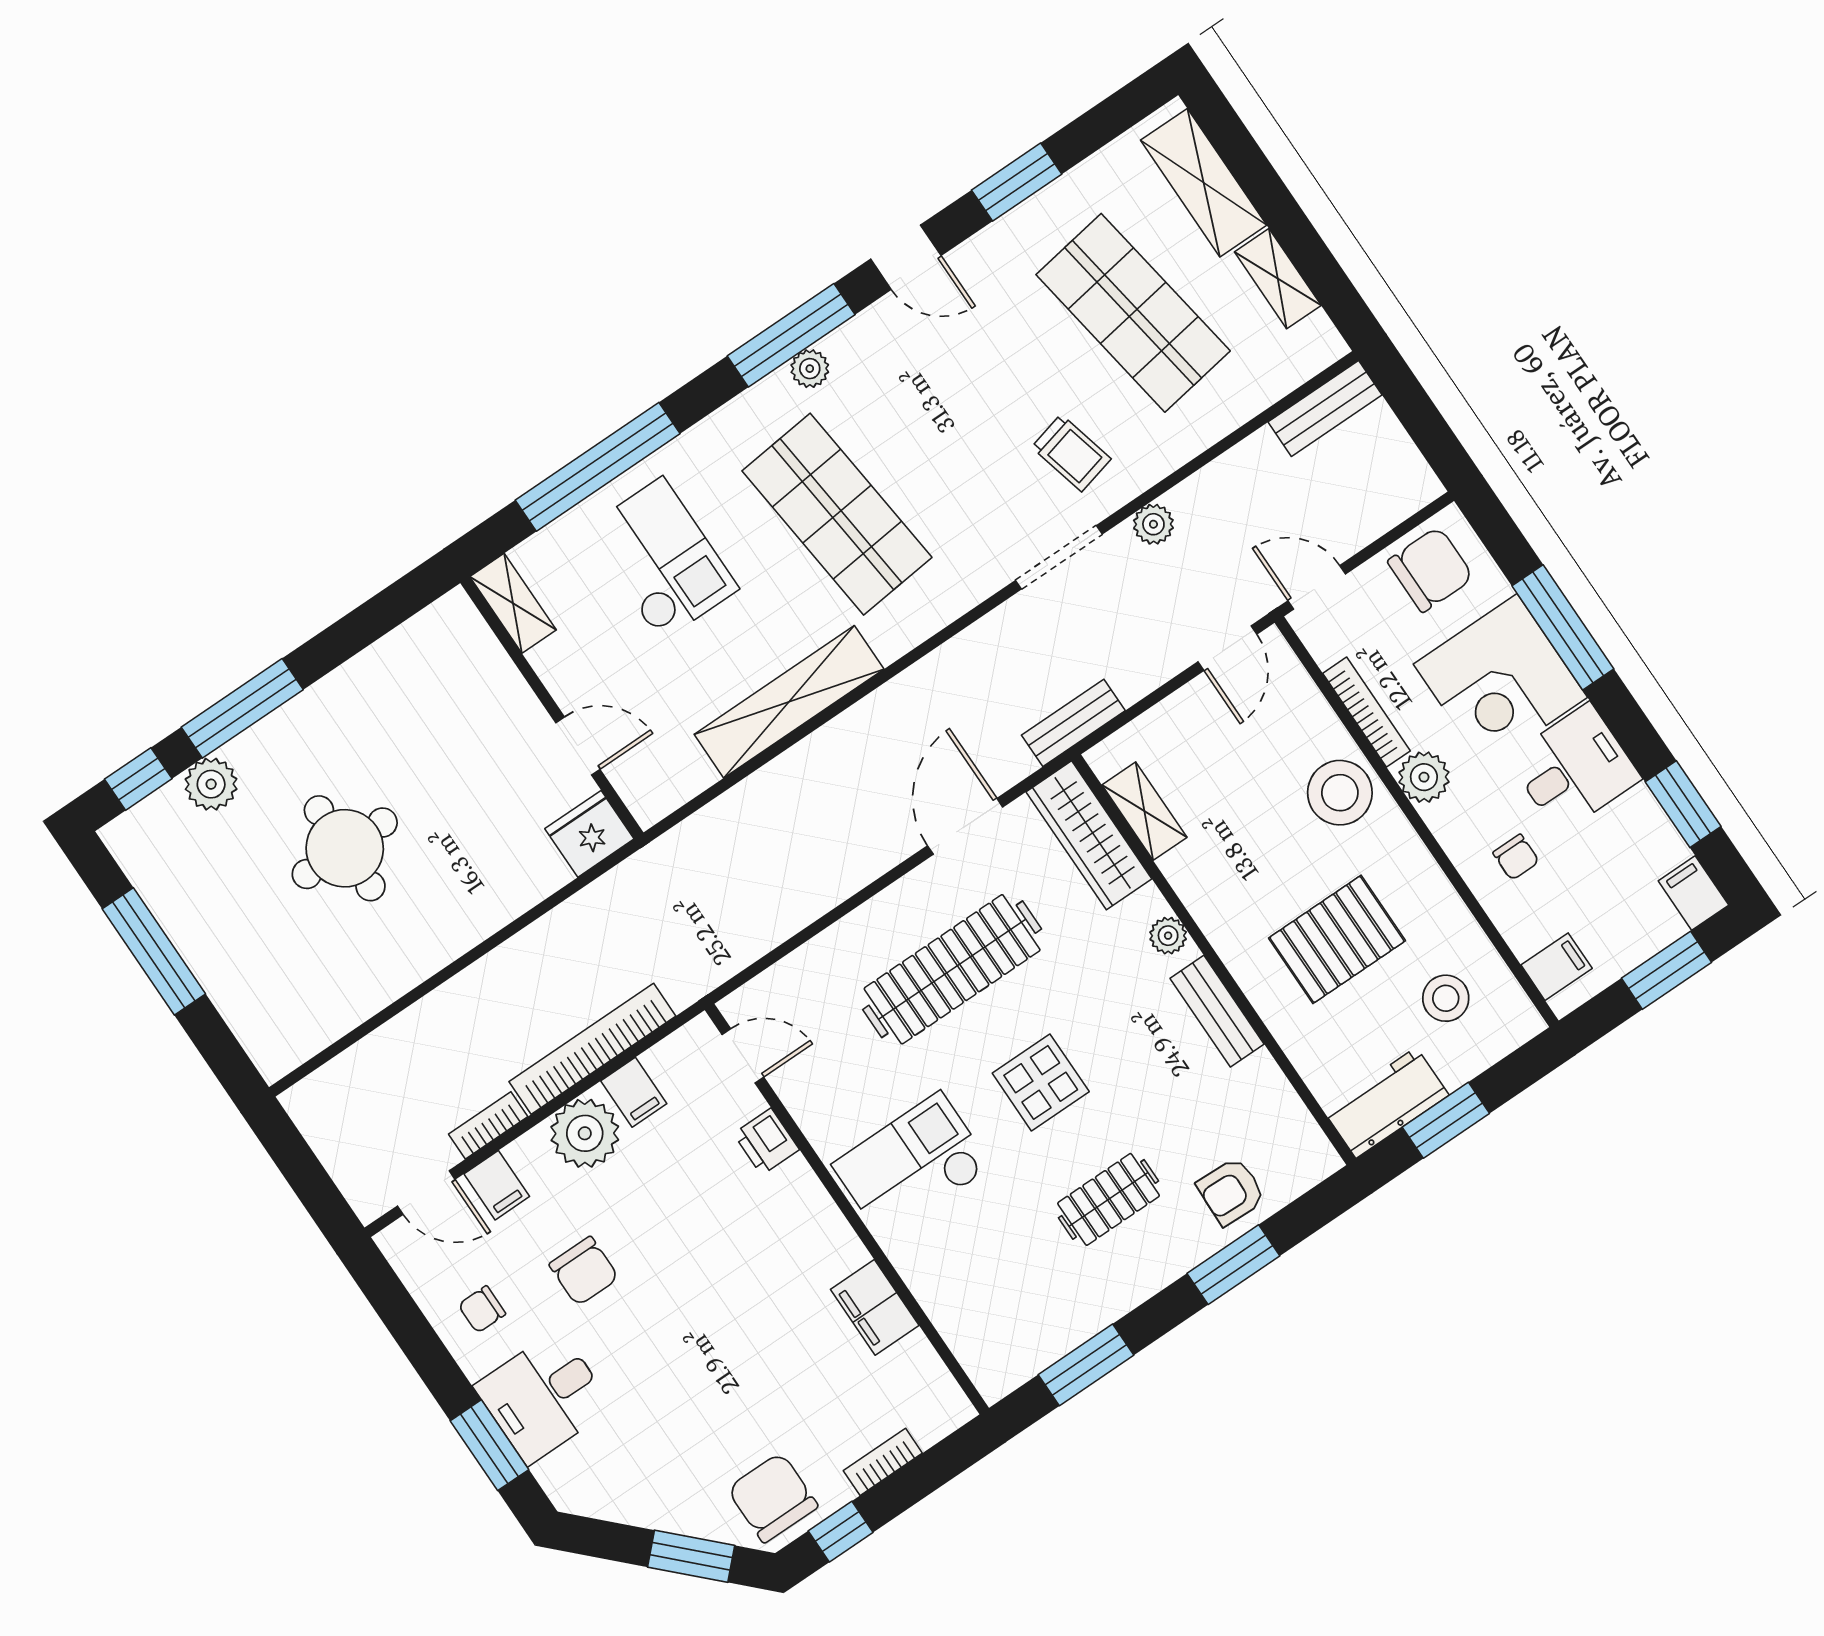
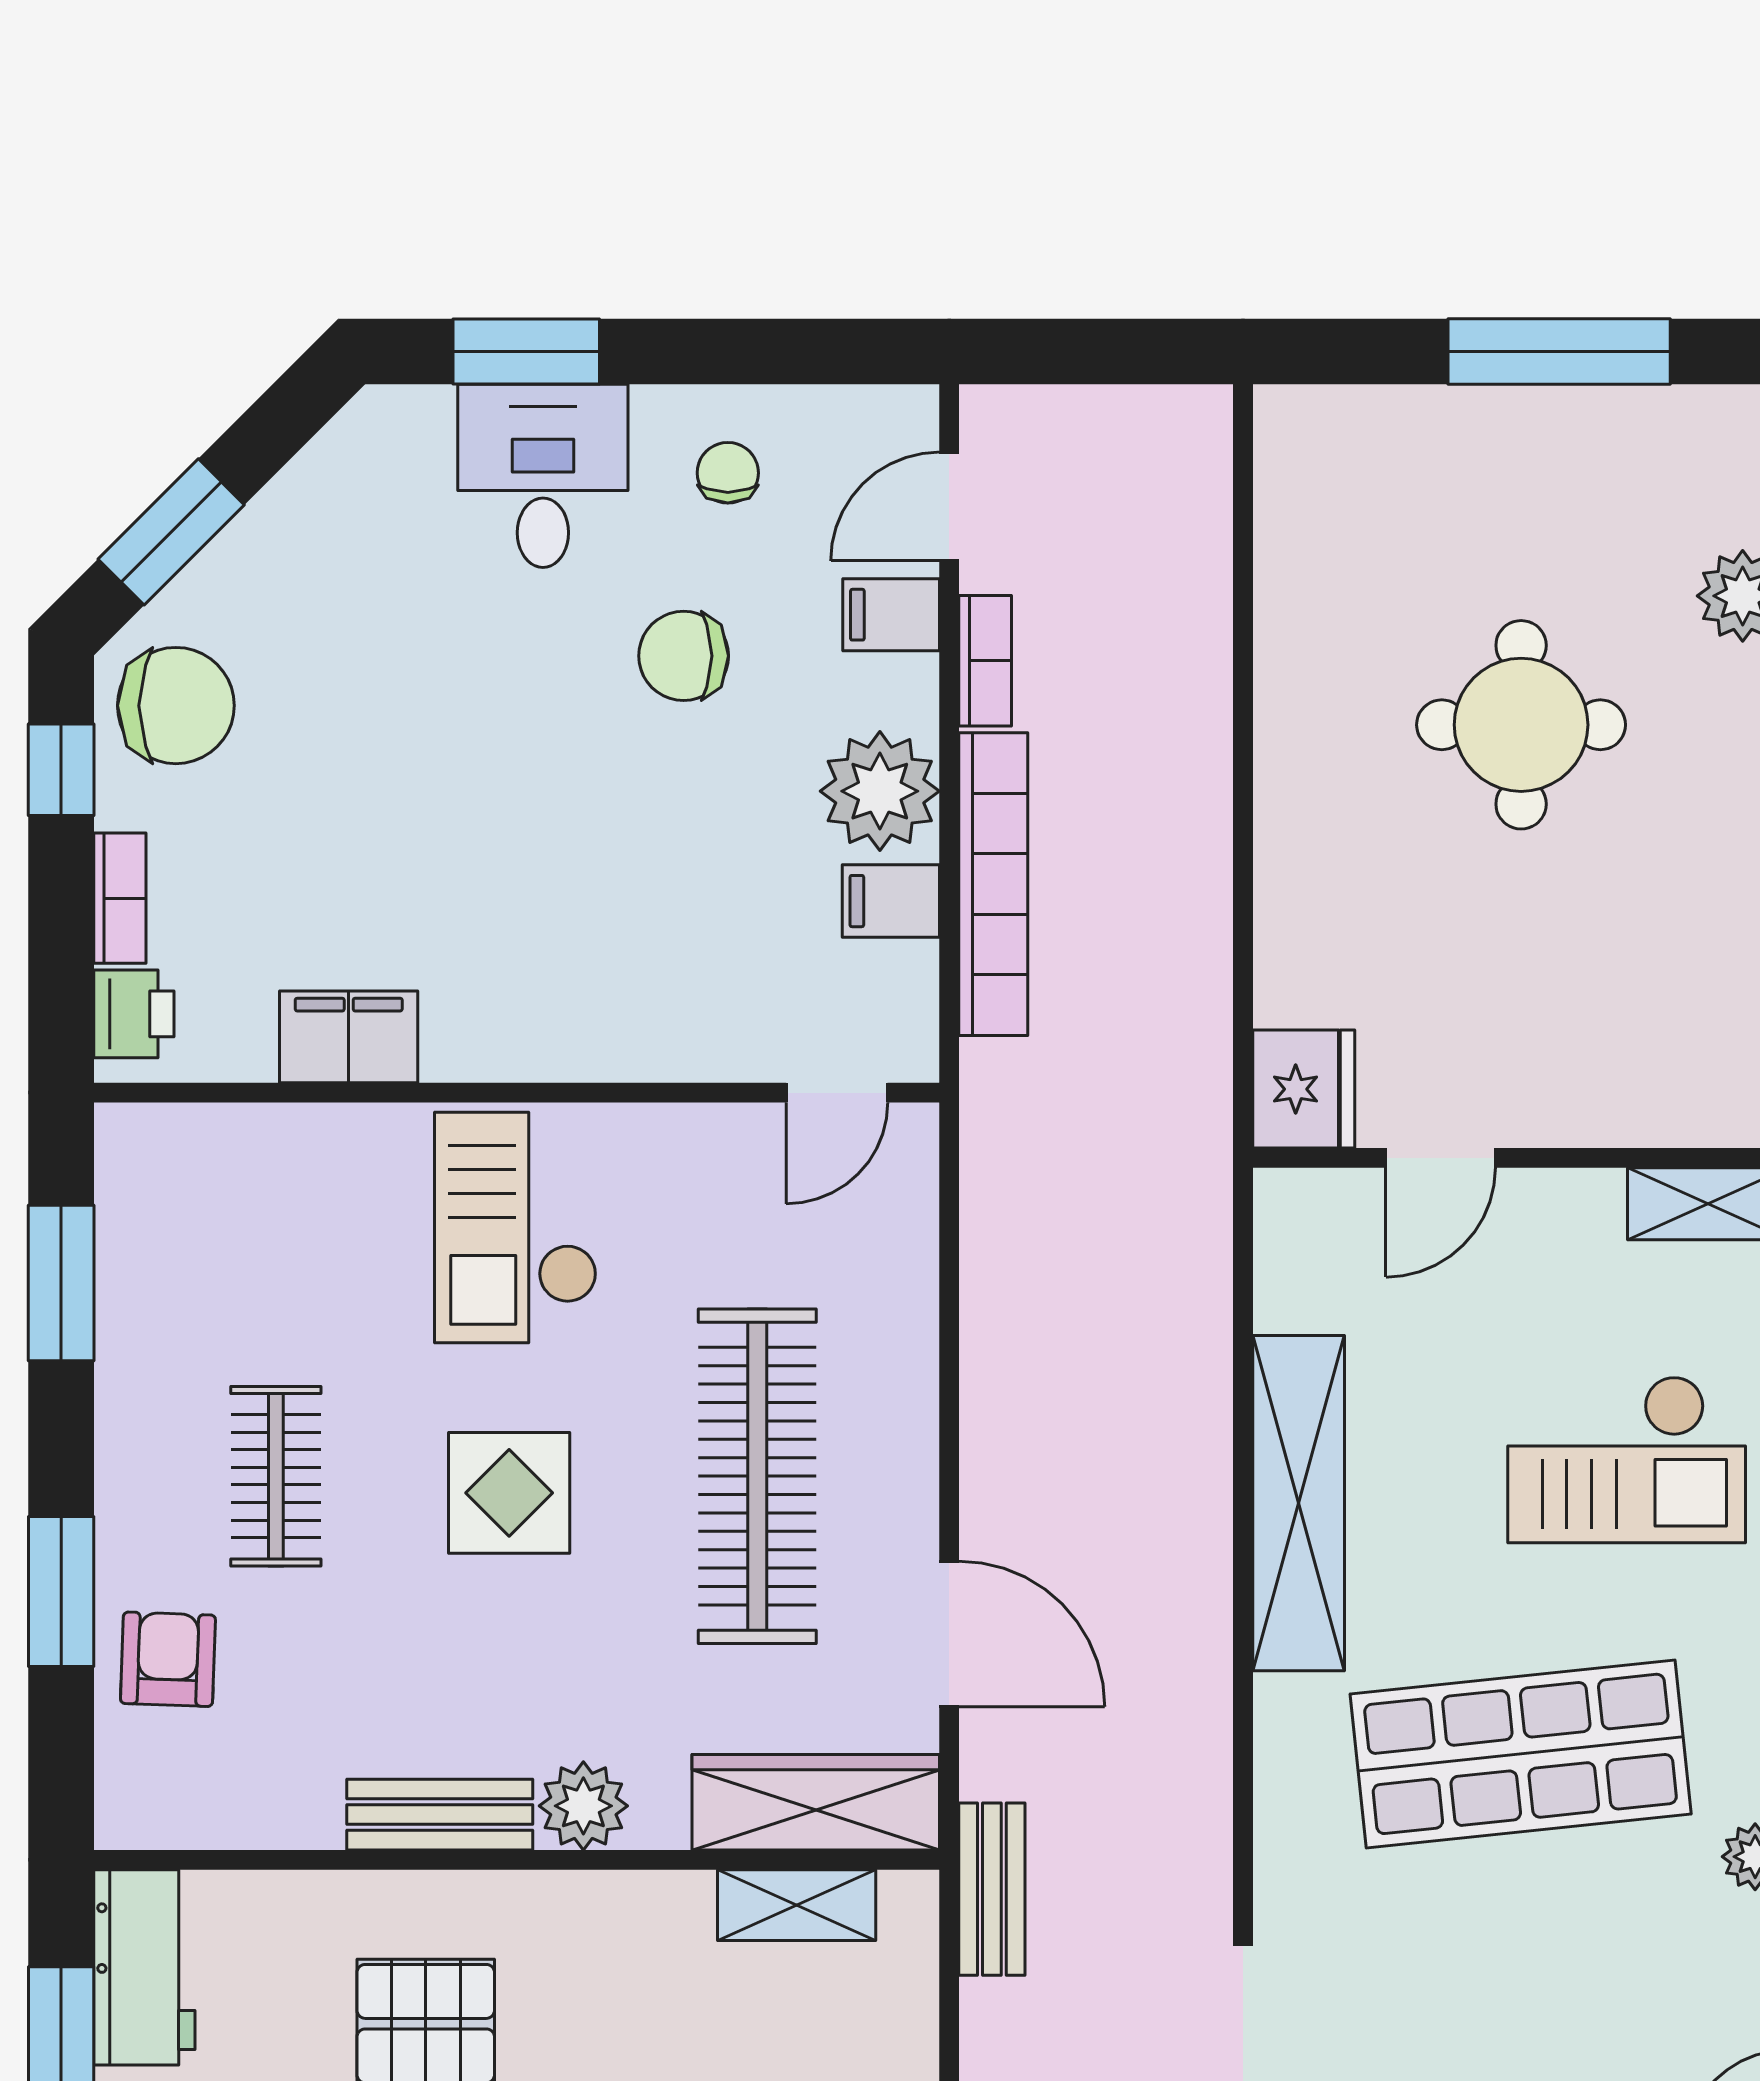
plant: (1168, 936) -> (583, 1806), width x1.38, depth x1.38
printer: (766, 1142) -> (134, 1014), moved, turned 90
checkout: (912, 1166) -> (516, 1228), turned 180

